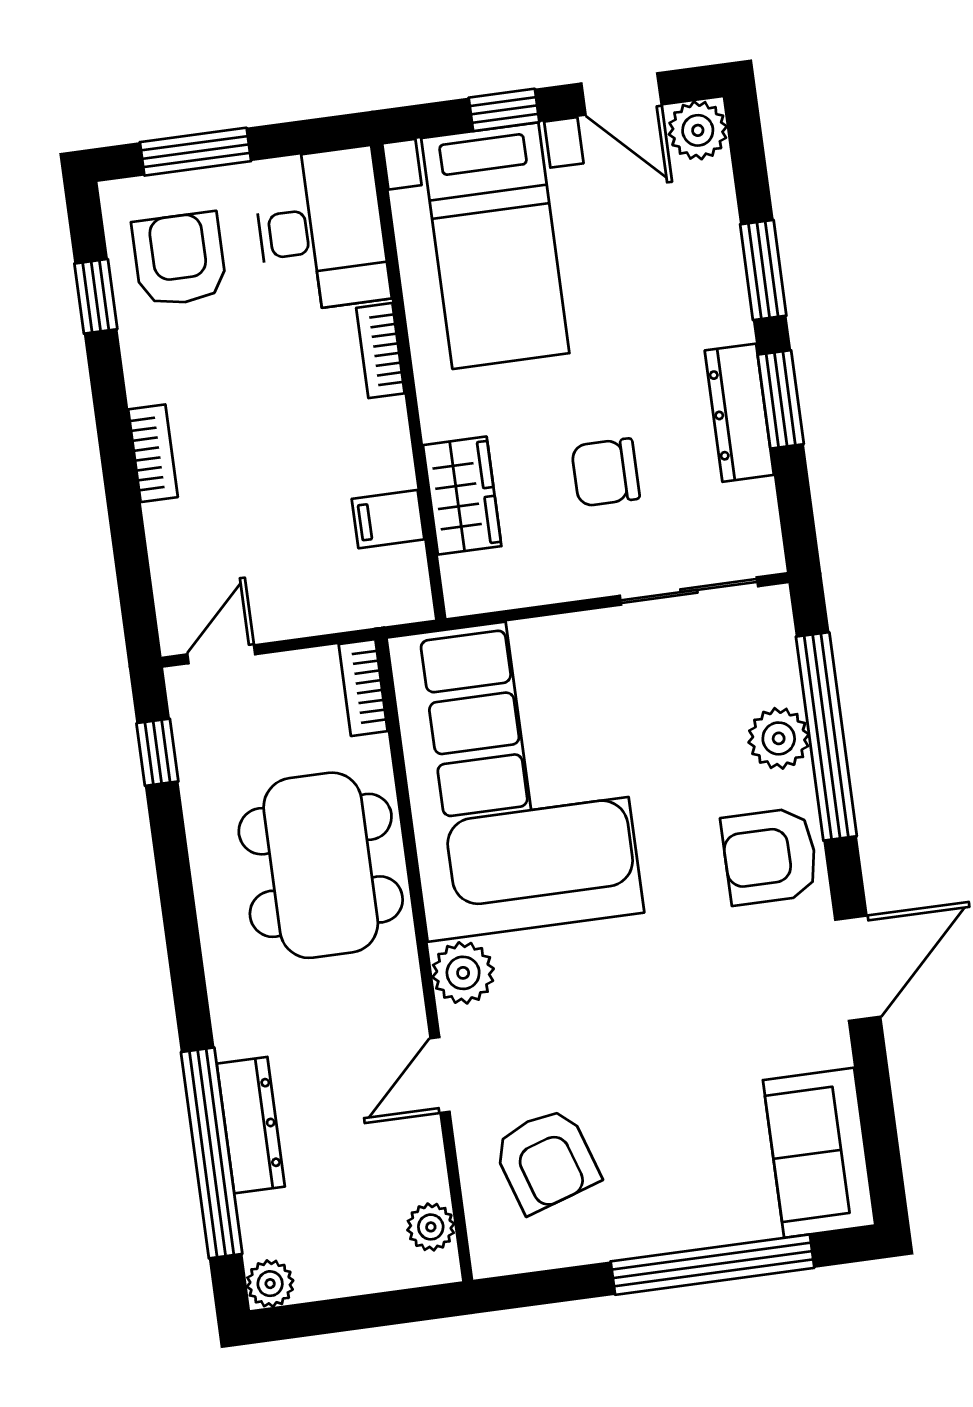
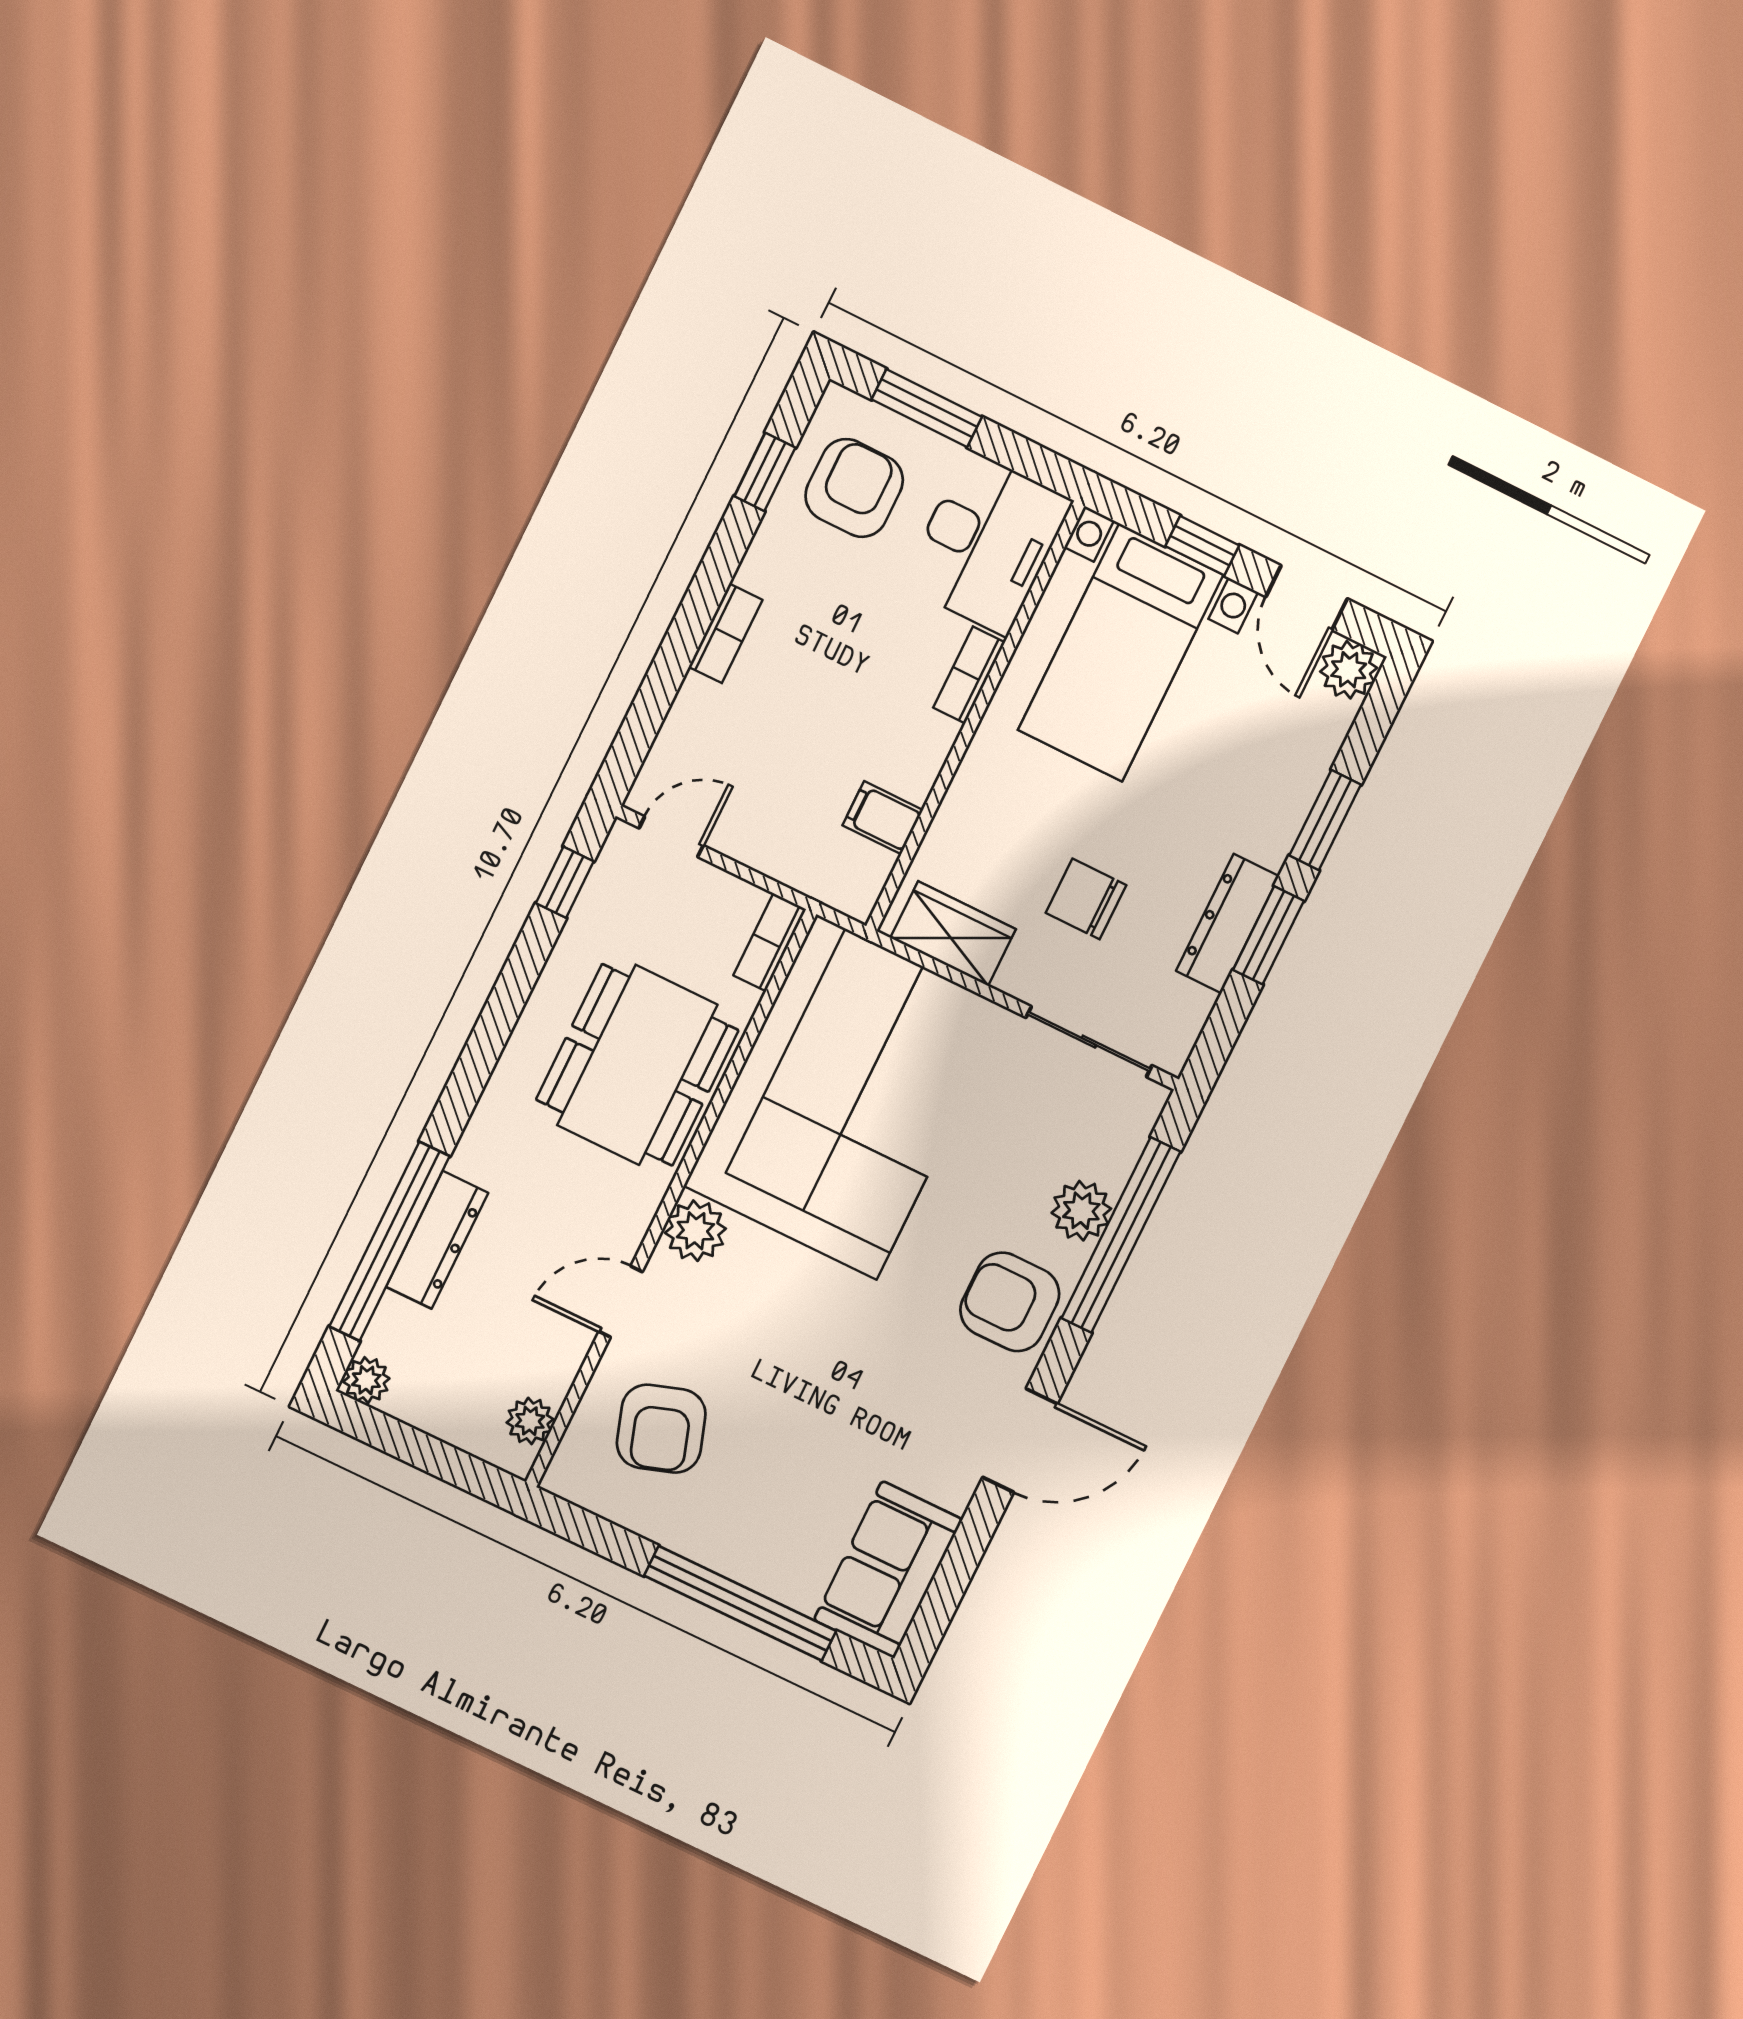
wardrobe: (462, 496) -> (953, 934), moved, turned -90

